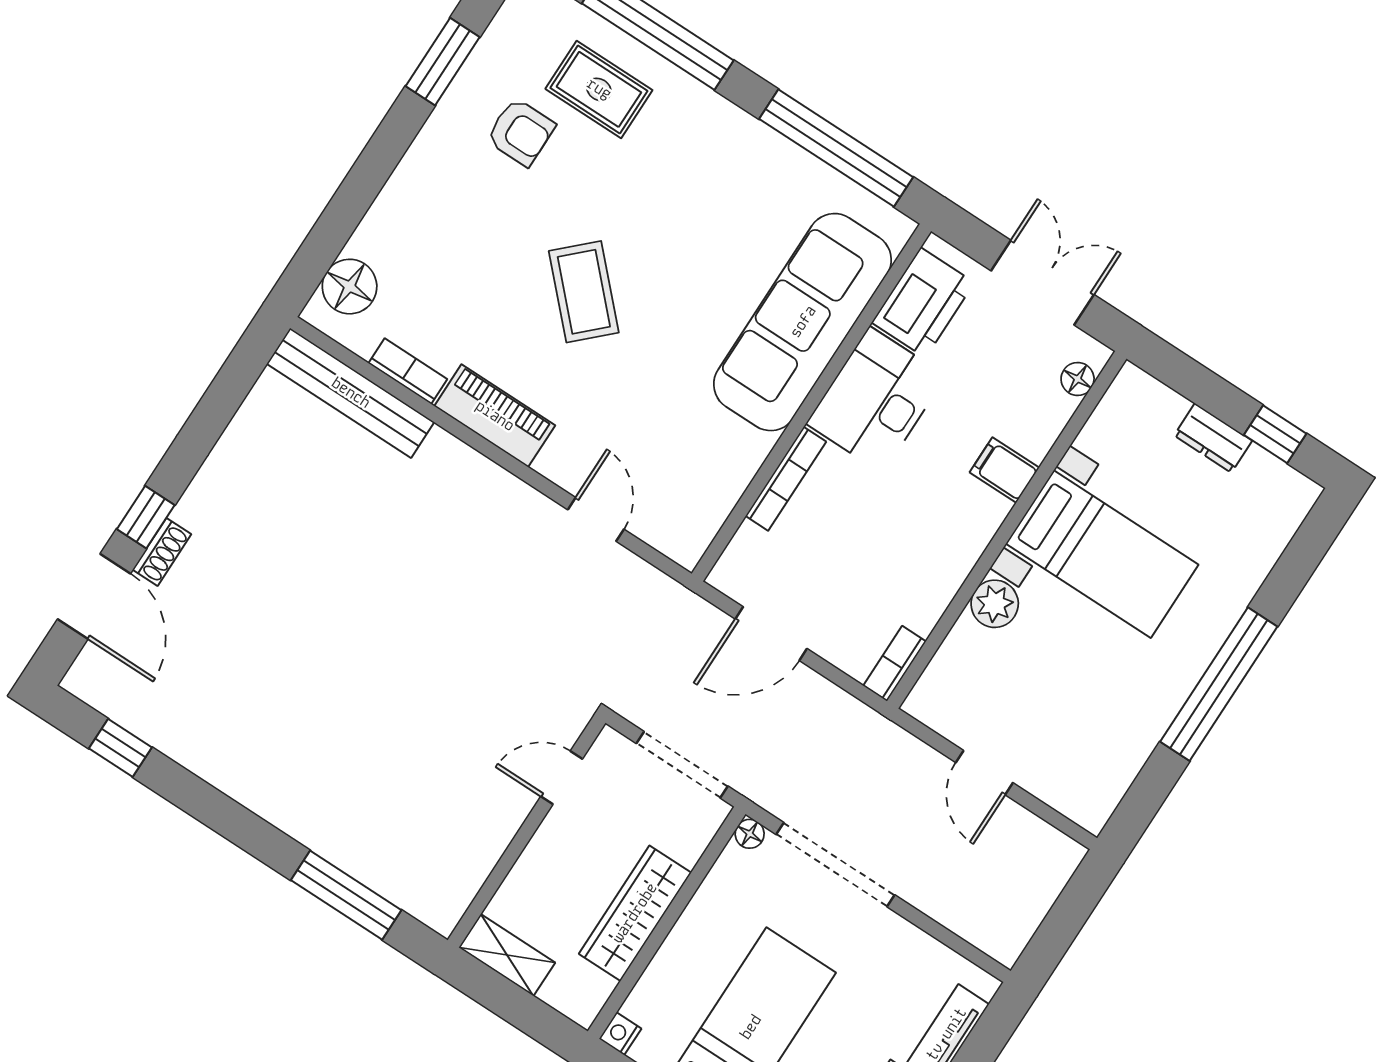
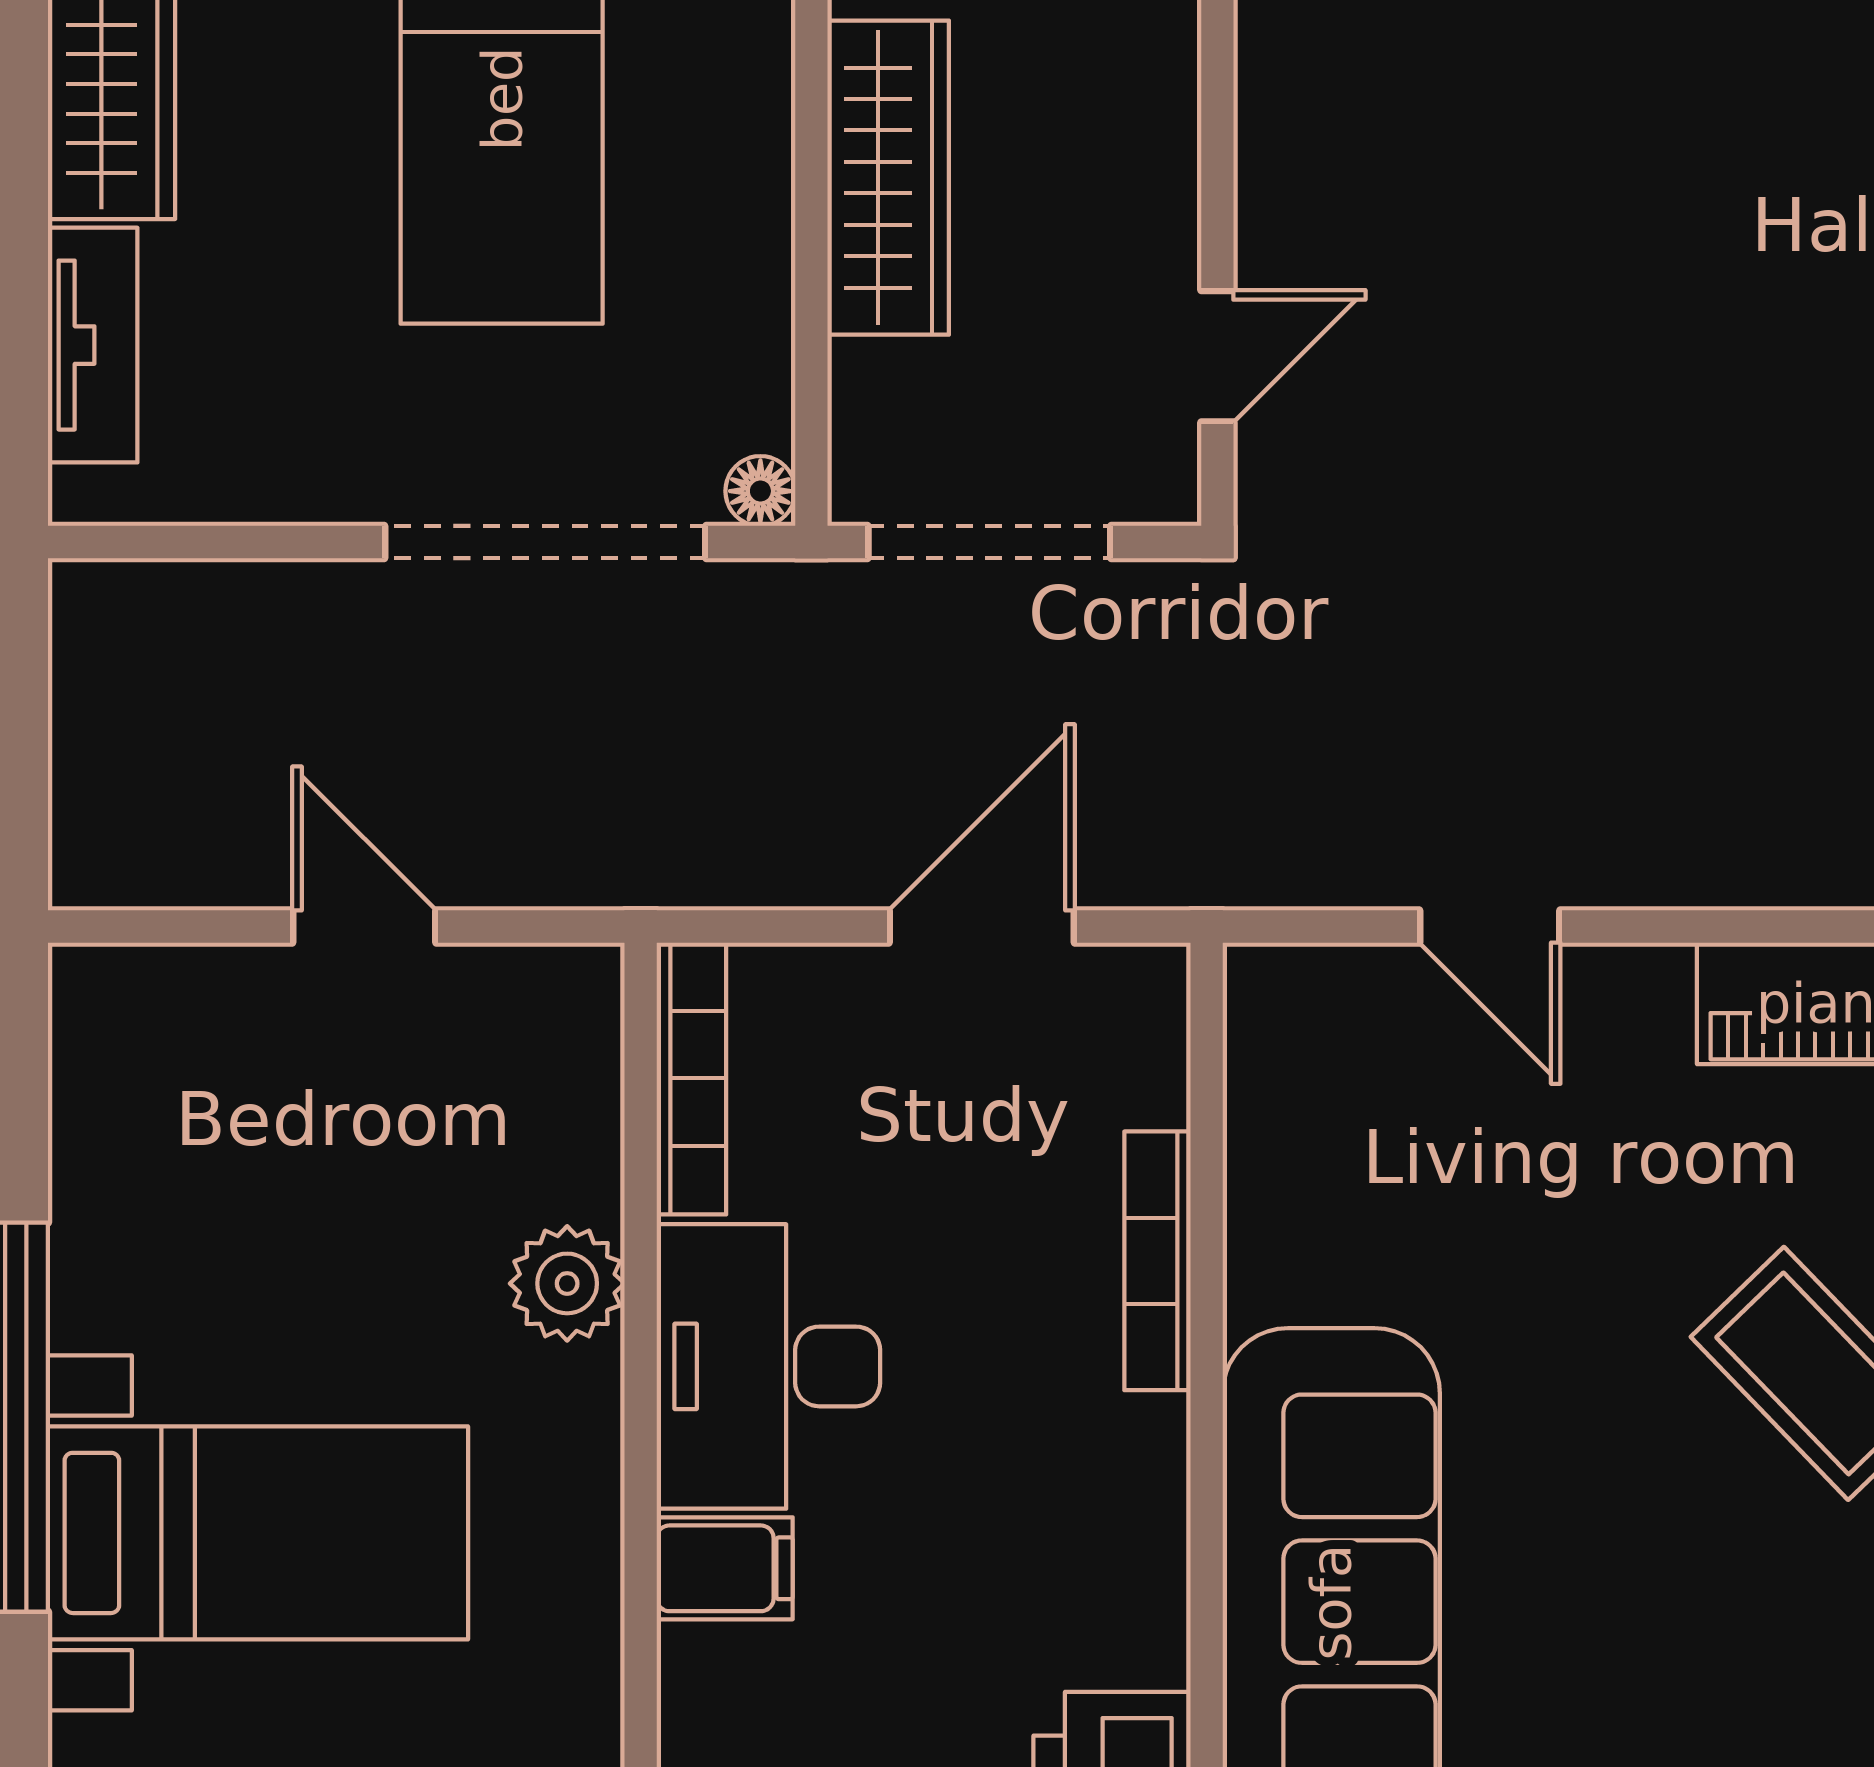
desk: (876, 400) -> (768, 1366), moved, turned 180
bed with nightstands: (1102, 554) -> (258, 1533), moved, turned 180
bookcase: (895, 664) -> (691, 1078), width x1.56

